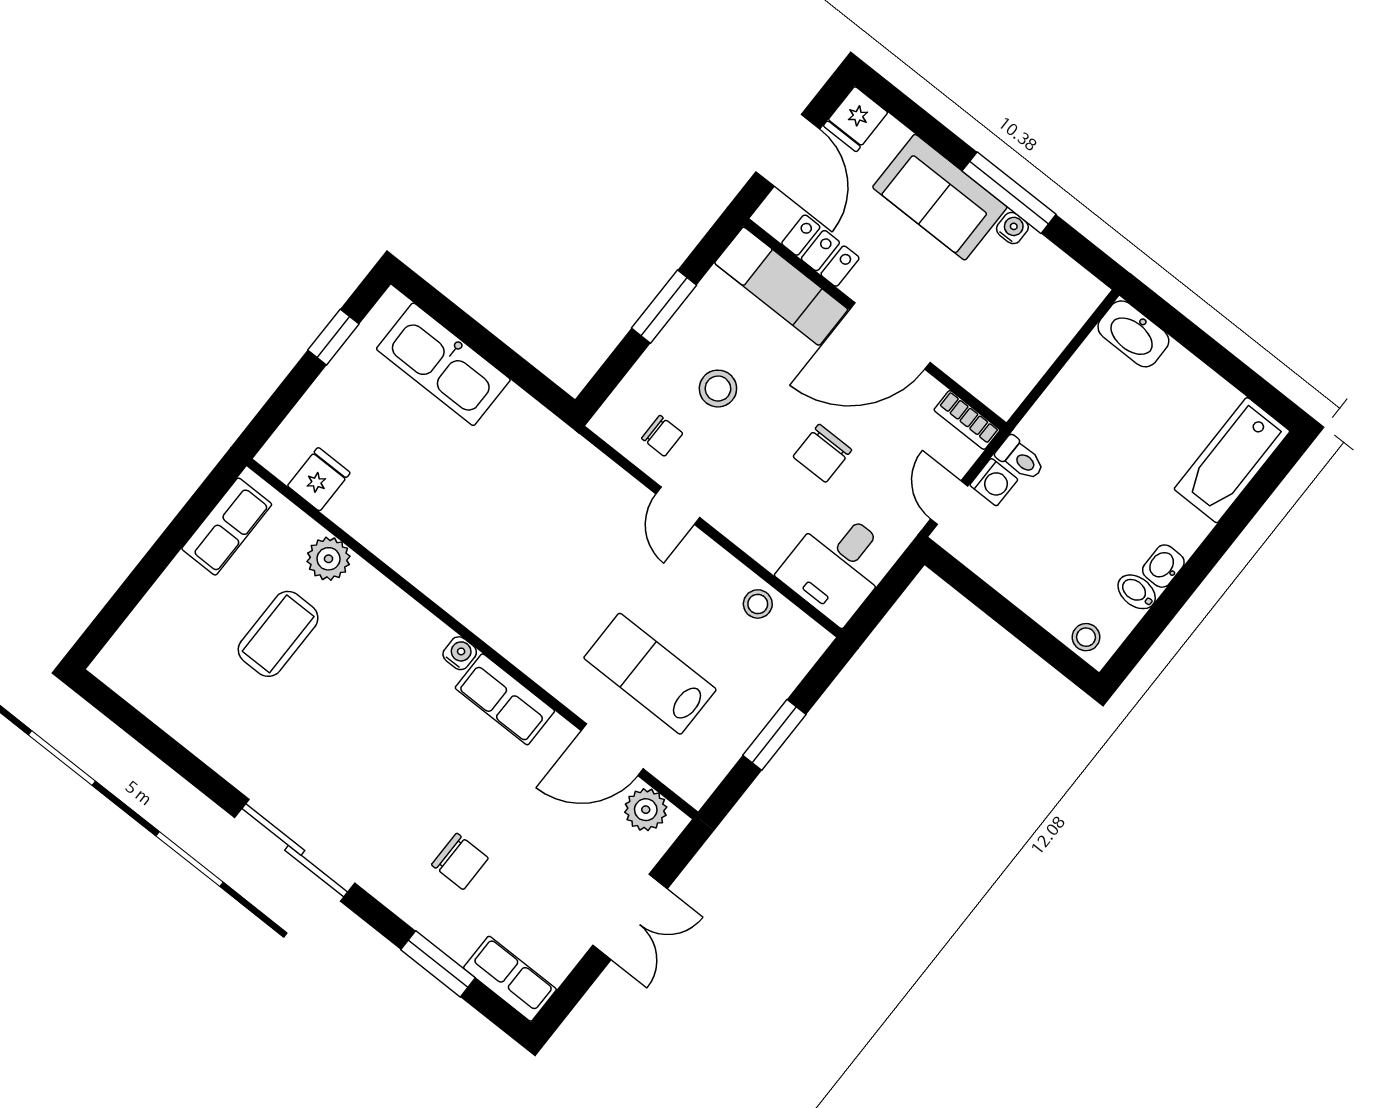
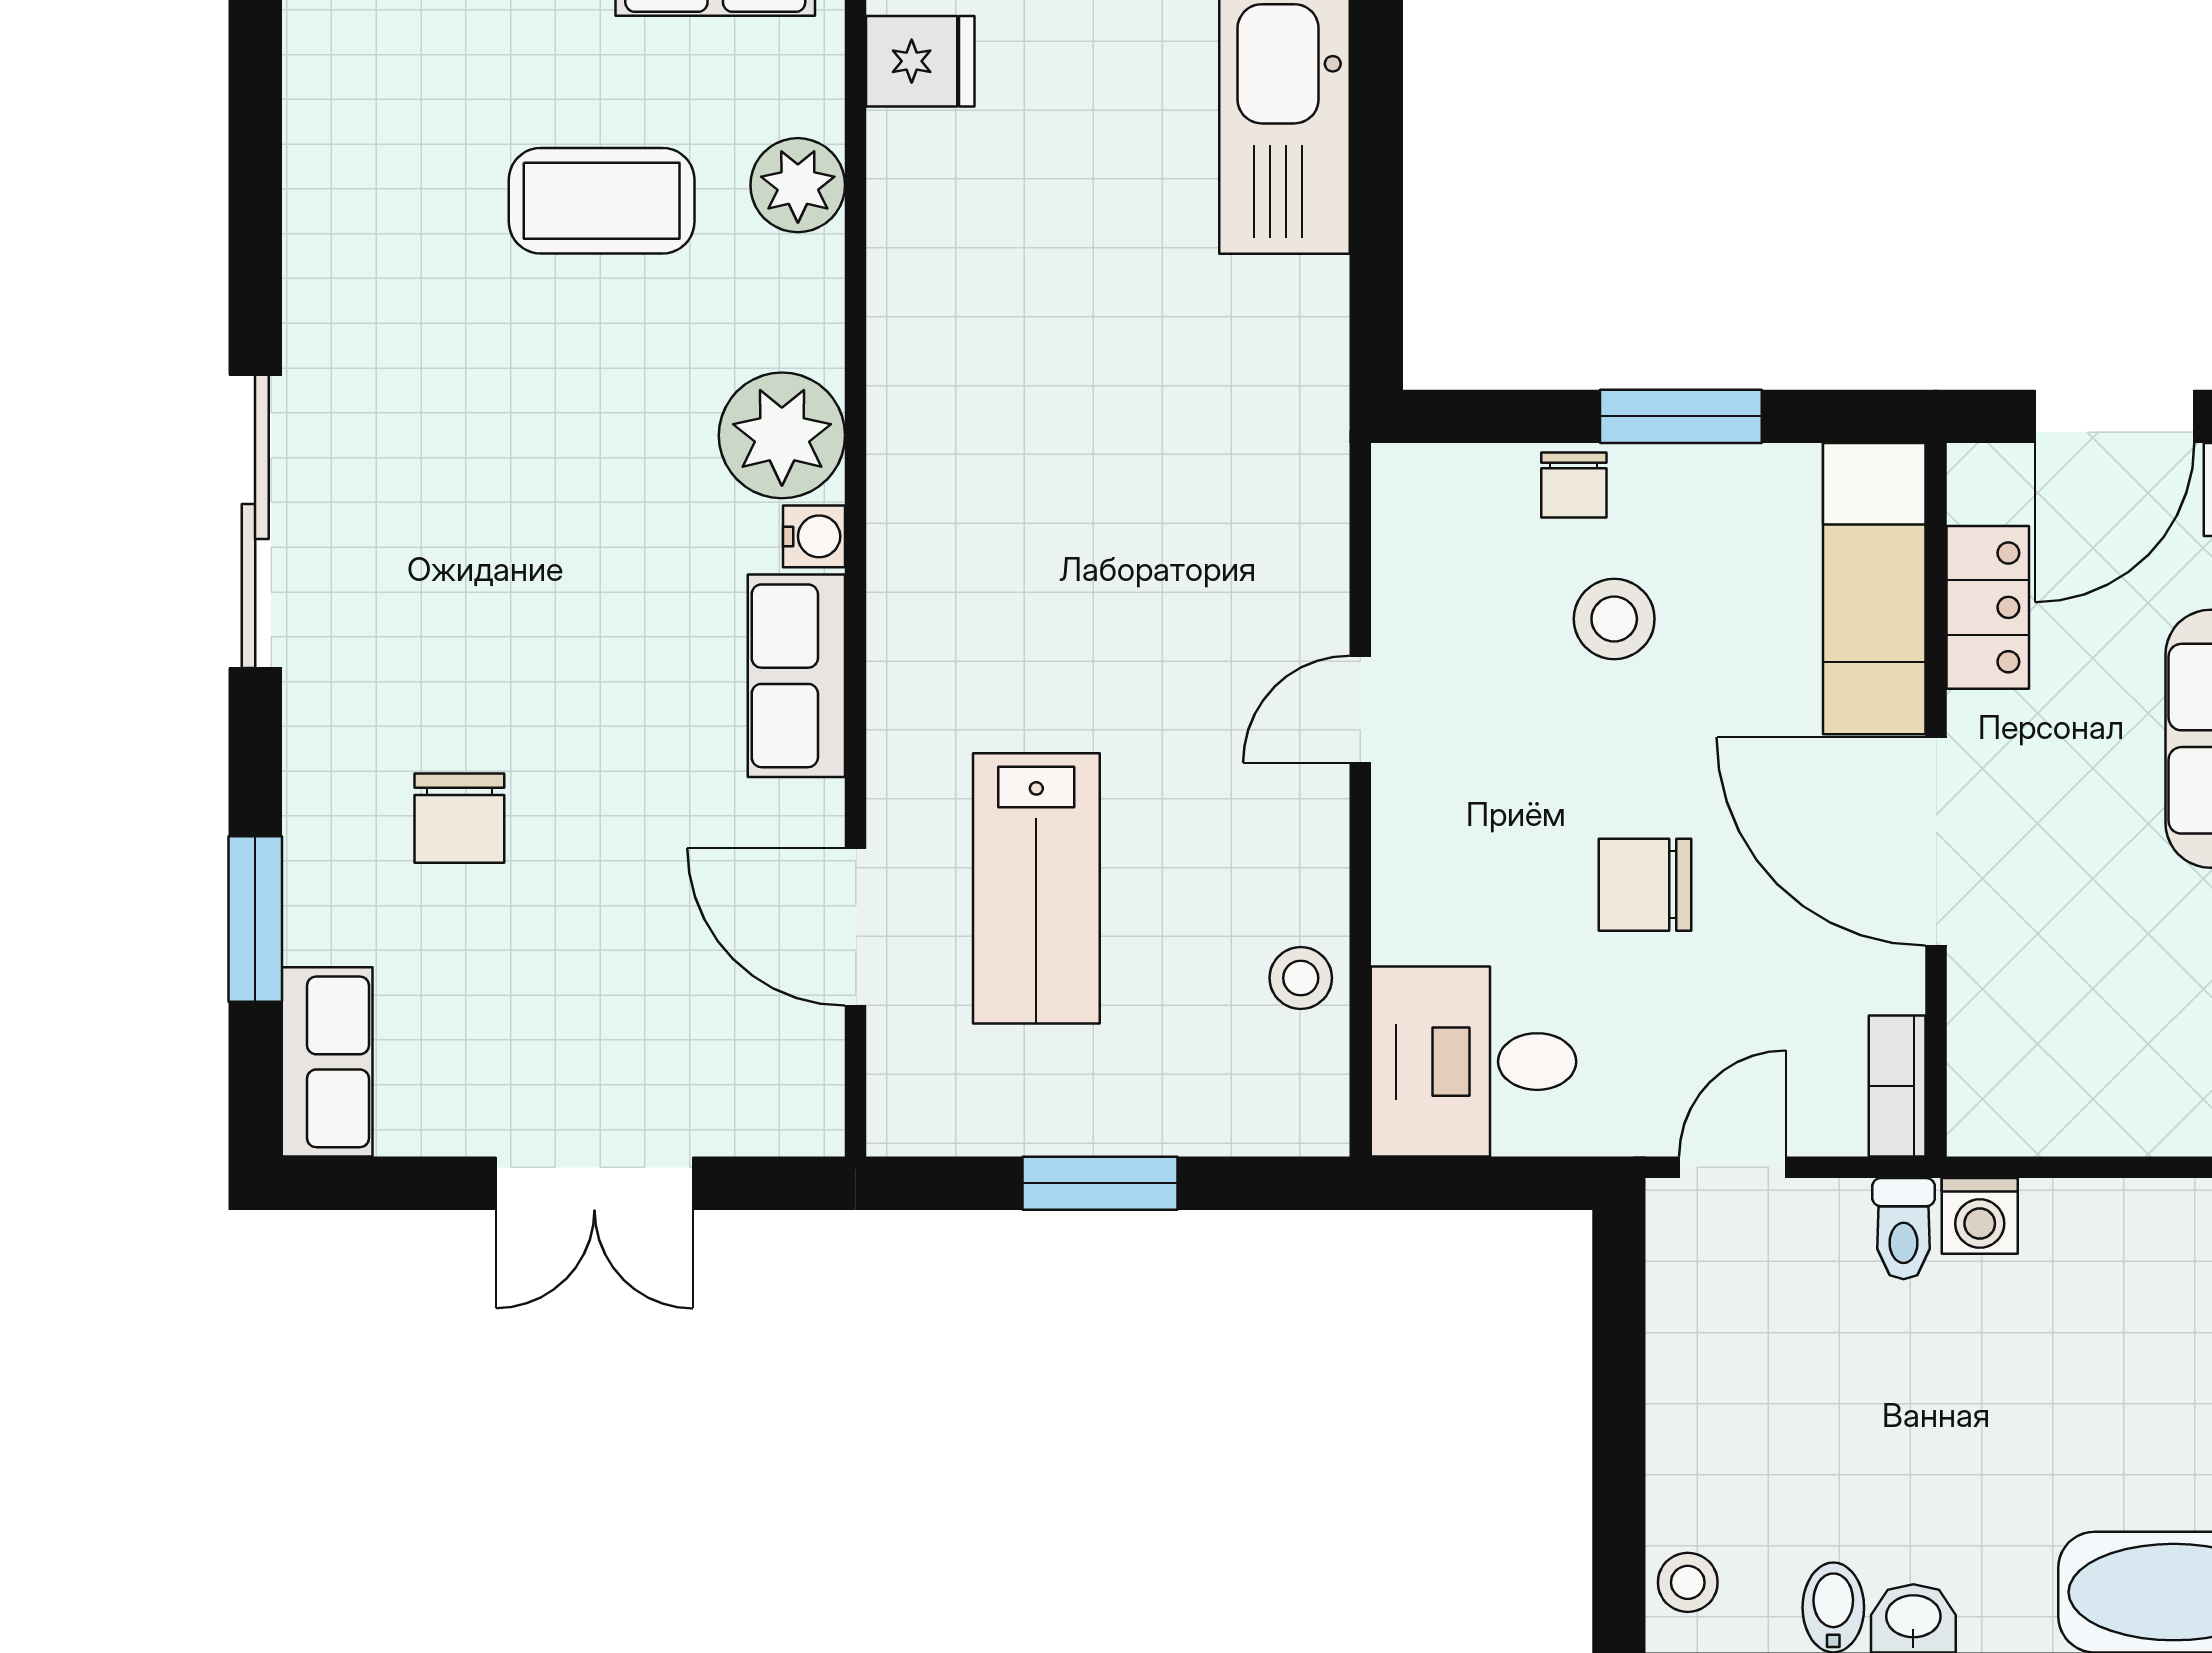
chair: (662, 436) -> (1574, 485), moved
washing machine: (994, 482) -> (1980, 1216), moved
lab bench: (650, 674) -> (1036, 888), turned 180
plant: (646, 810) -> (782, 435), moved, width x1.36, depth x1.36

